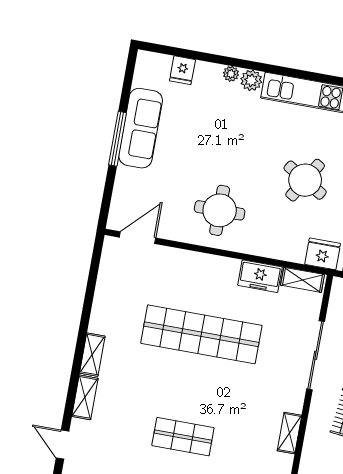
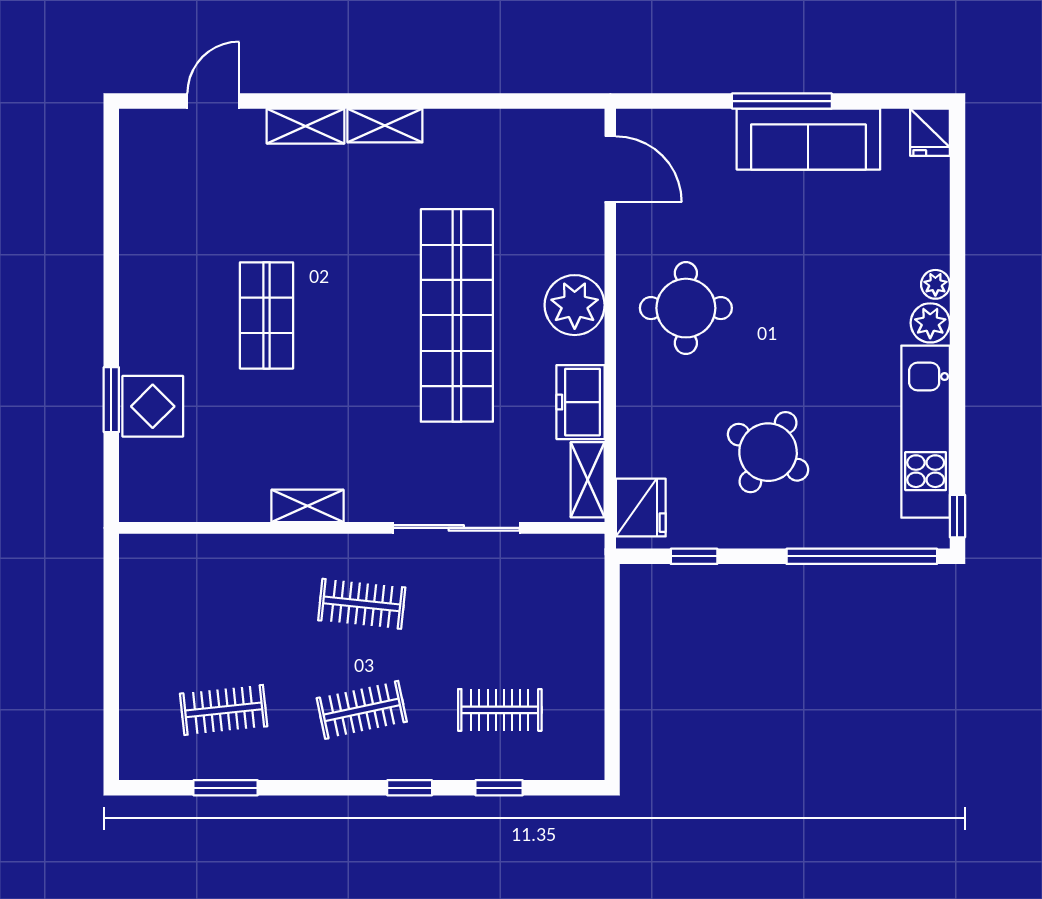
fridge: (182, 70) -> (930, 132), moved, turned -90
plant: (207, 270) -> (575, 305), added

